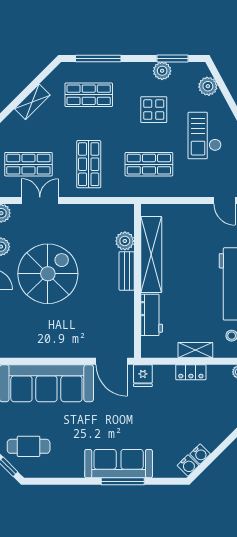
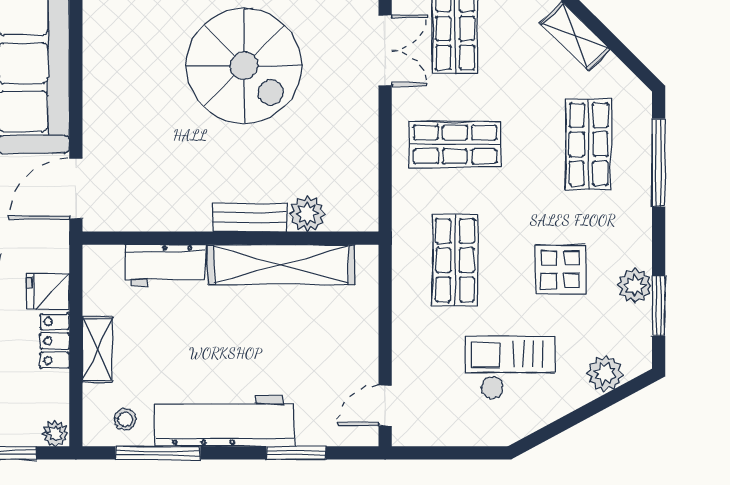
fridge: (143, 376) -> (48, 291), moved

